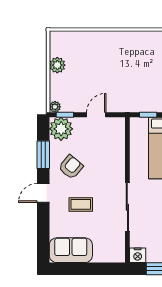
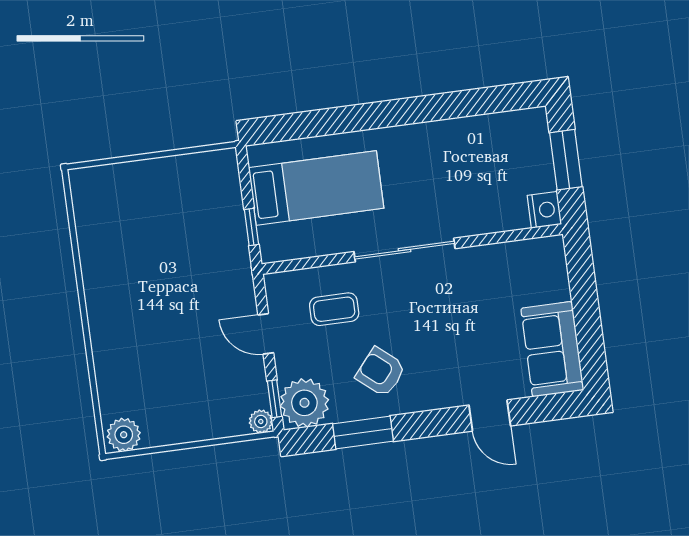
plant: (57, 65) -> (124, 435), moved
door: (43, 193) -> (490, 416), moved
coffee table: (81, 204) -> (334, 309), moved, turned 90
sliding door: (127, 207) -> (405, 250), moved

